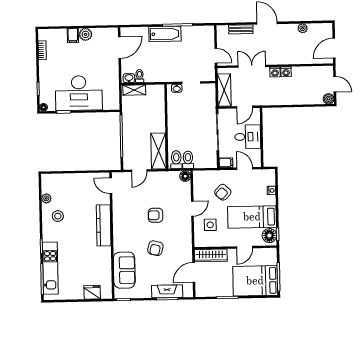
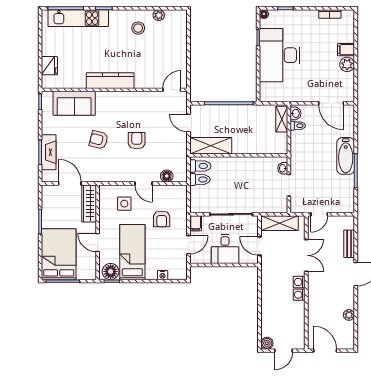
floor lamp: (185, 176) -> (167, 176), moved
armchair: (223, 192) -> (162, 219), turned -133
kitchen counter: (104, 225) -> (110, 81), moved

